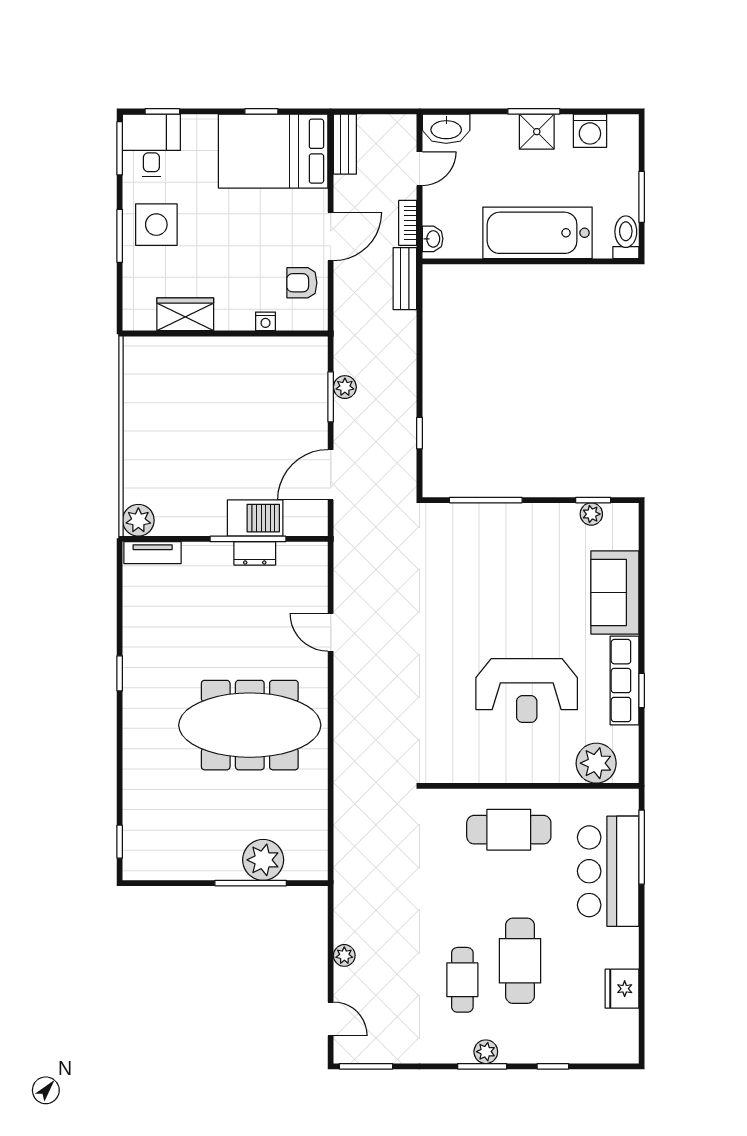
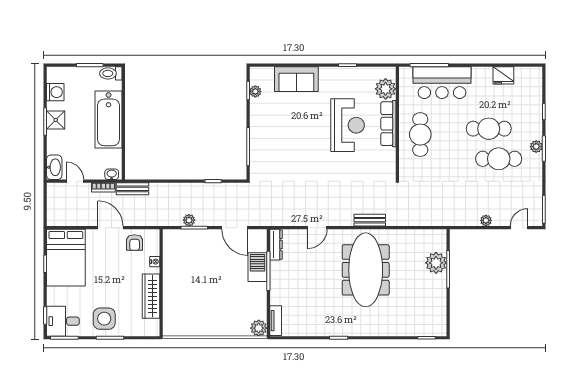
bench: (345, 144) -> (370, 220), moved
wardrobe: (185, 314) -> (151, 296), width x1.50
dresser: (255, 553) -> (276, 245), moved, width x1.44
row of seats: (624, 681) -> (388, 124), moved, turned 90
cafe table: (462, 980) -> (499, 159), width x1.37, depth x1.35

